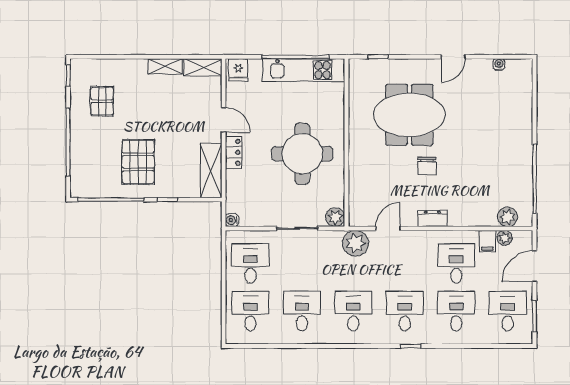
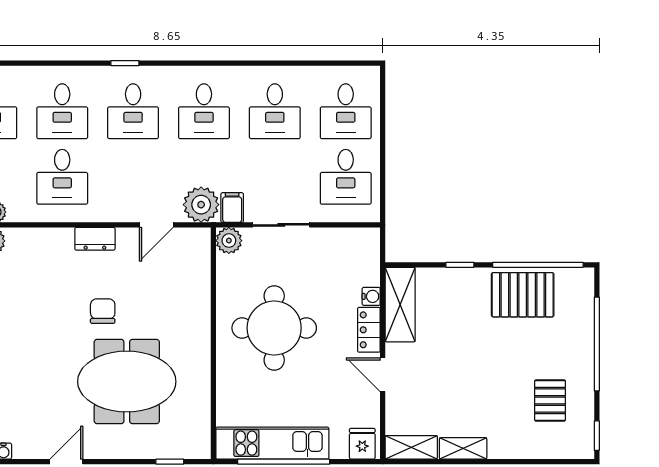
pallet: (138, 162) -> (523, 295), moved, turned 90
water cooler: (232, 220) -> (371, 296), moved
filing cabinet: (487, 241) -> (232, 208), moved

